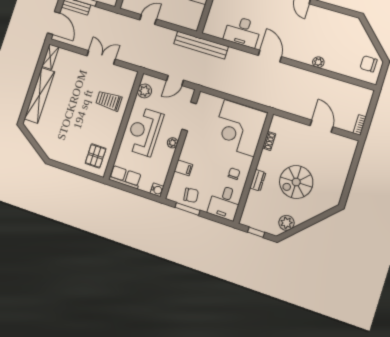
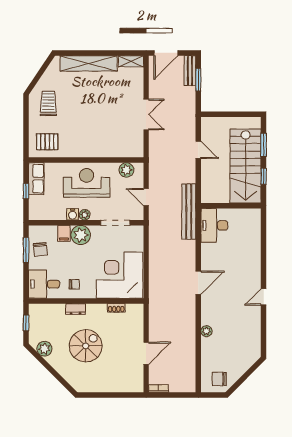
desk: (242, 32) -> (214, 225), moved
chair: (368, 64) -> (219, 379), turned -90
trolley: (109, 101) -> (48, 103), moved
plant: (190, 153) -> (81, 235), added
spiral stairs: (296, 182) -> (86, 346), turned 90
water cooler: (157, 190) -> (73, 214), moved
window: (133, 191) -> (26, 191), added

